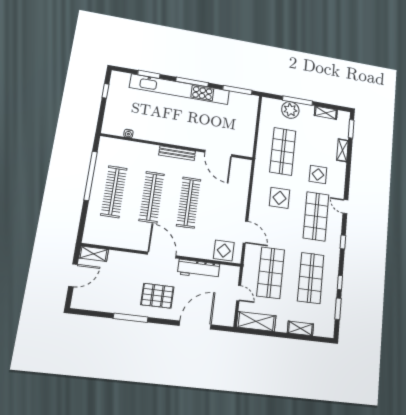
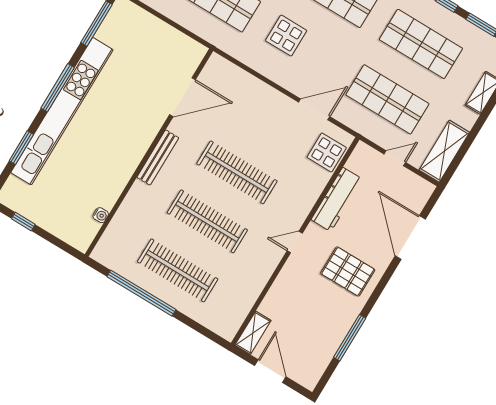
door: (162, 255) -> (295, 242), width x0.53
pallet: (157, 296) -> (348, 271), turned 90
window: (131, 318) -> (350, 338), moved

